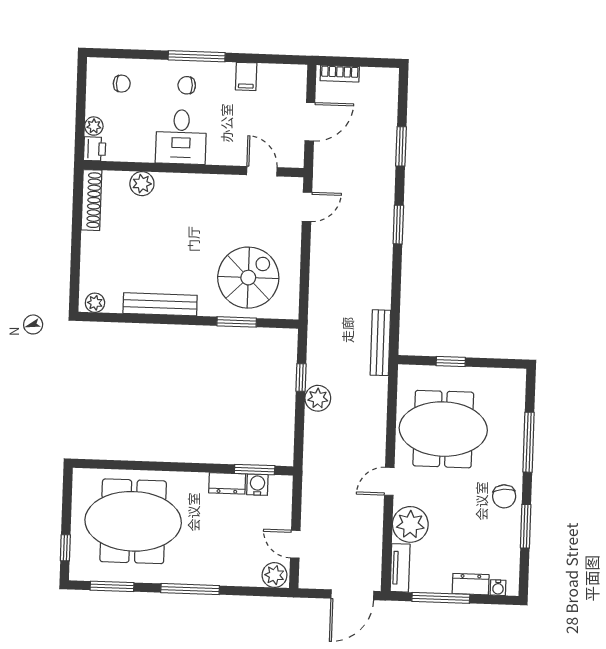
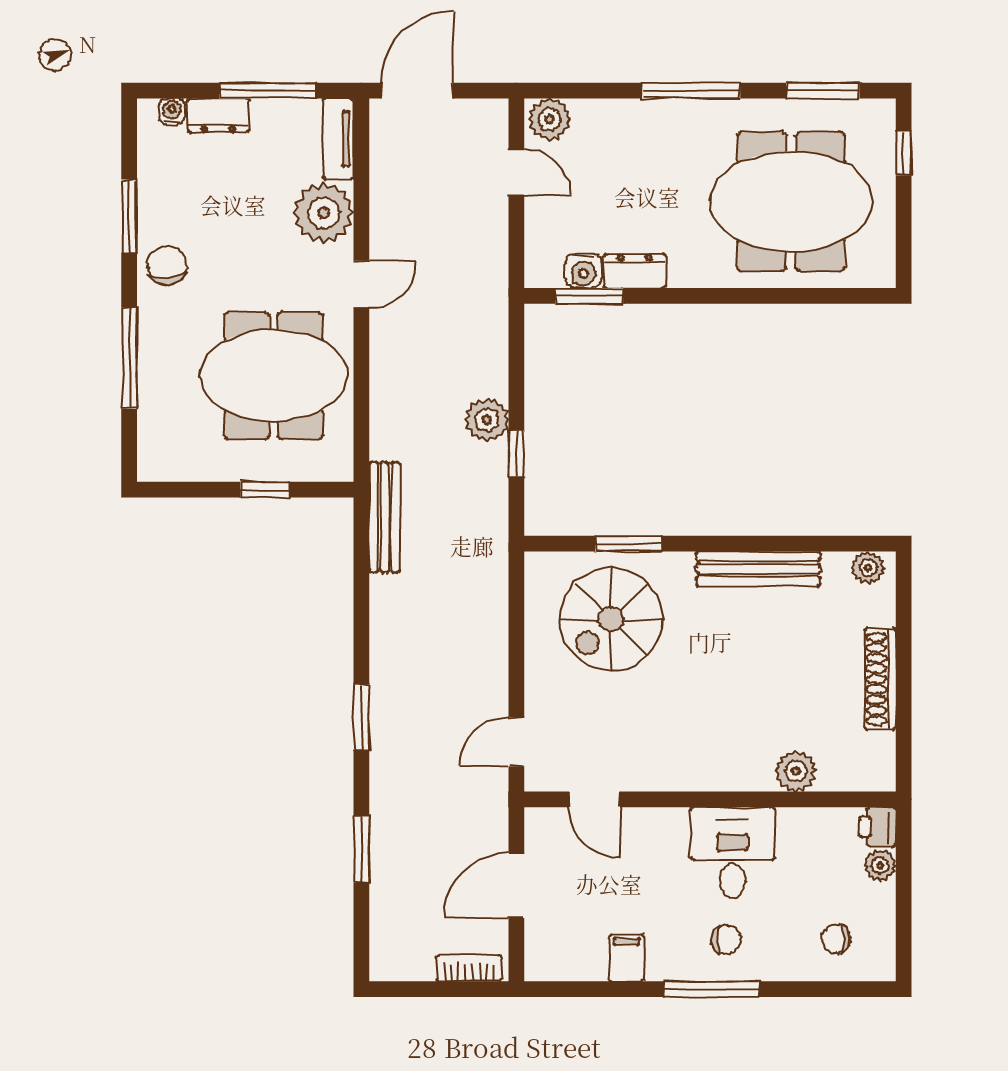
shoe rack: (91, 200) -> (880, 679), moved

